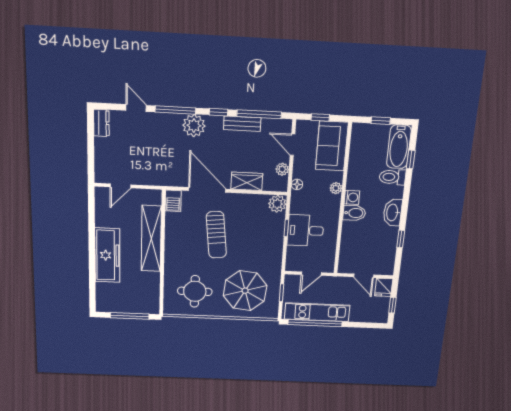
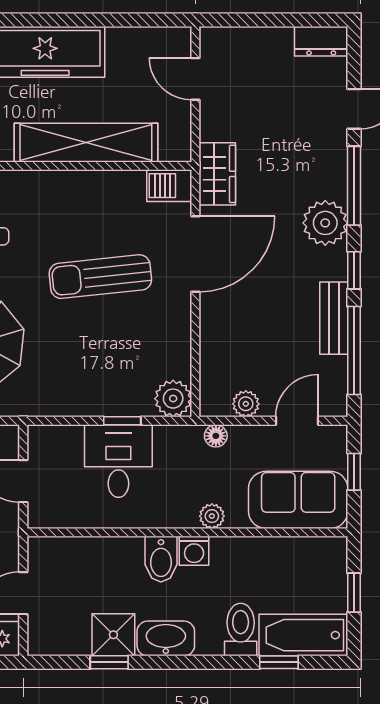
wardrobe: (247, 181) -> (217, 174), moved
shower: (388, 236) -> (113, 635), added

